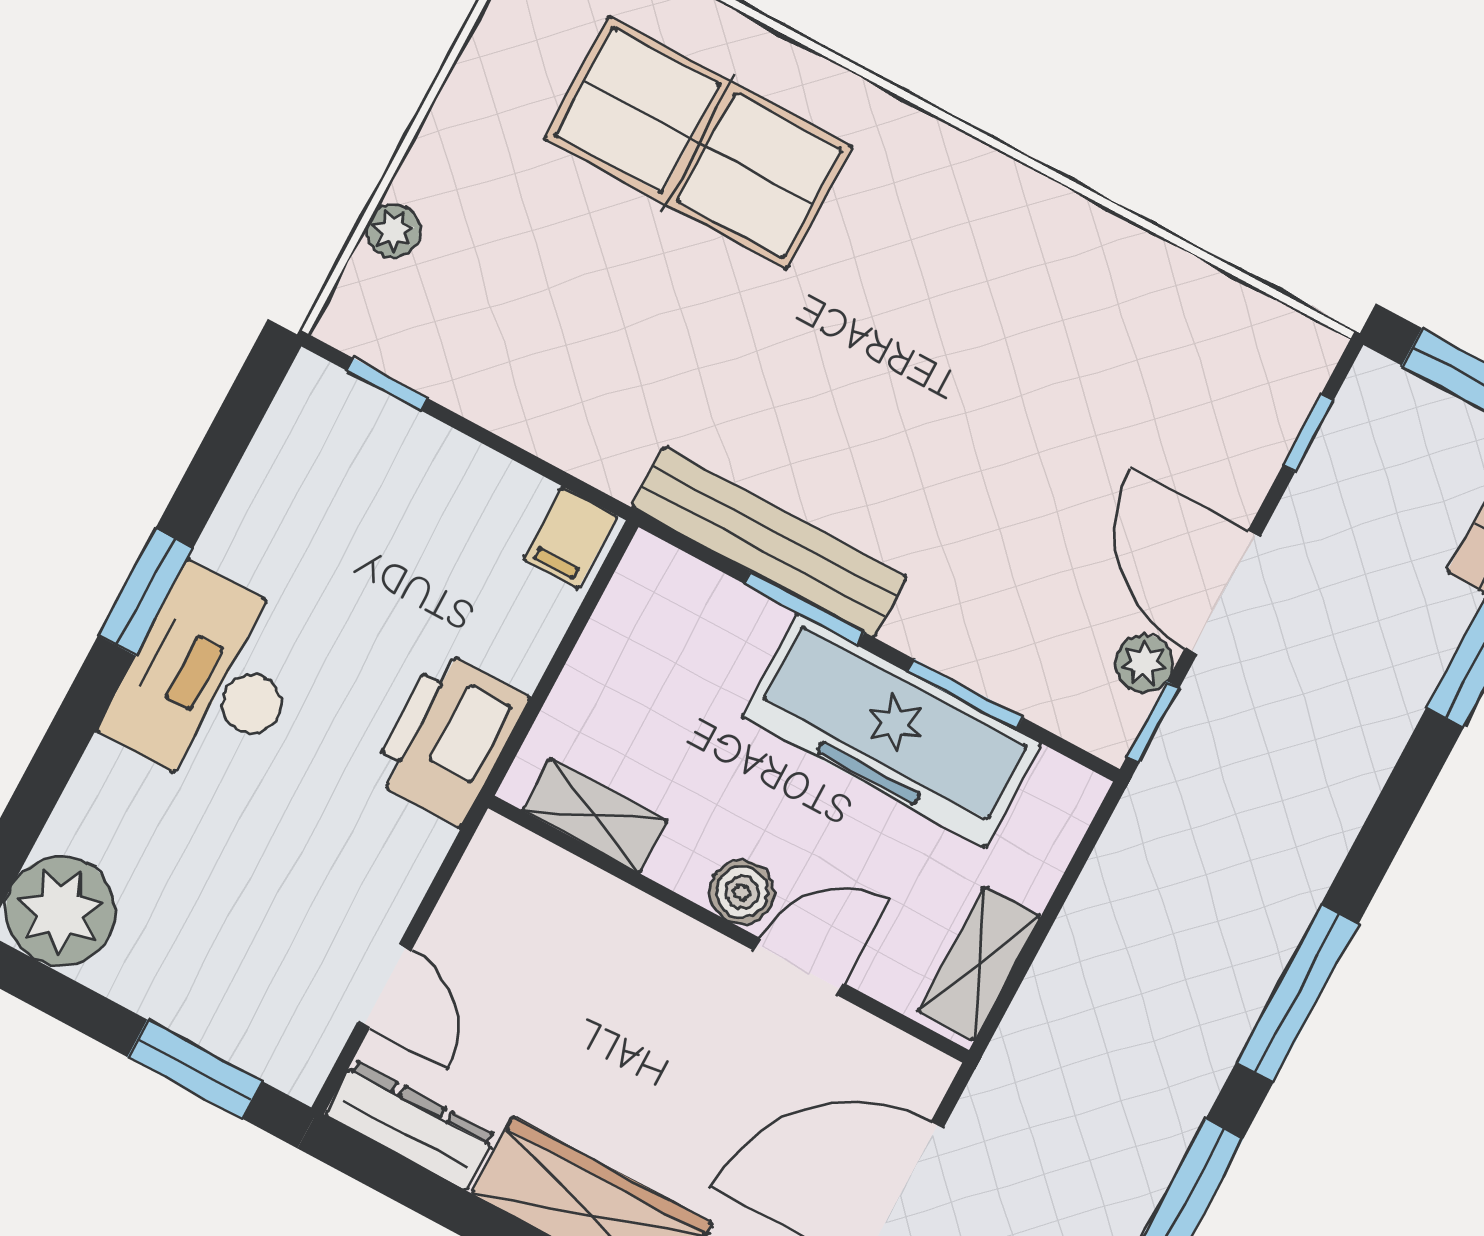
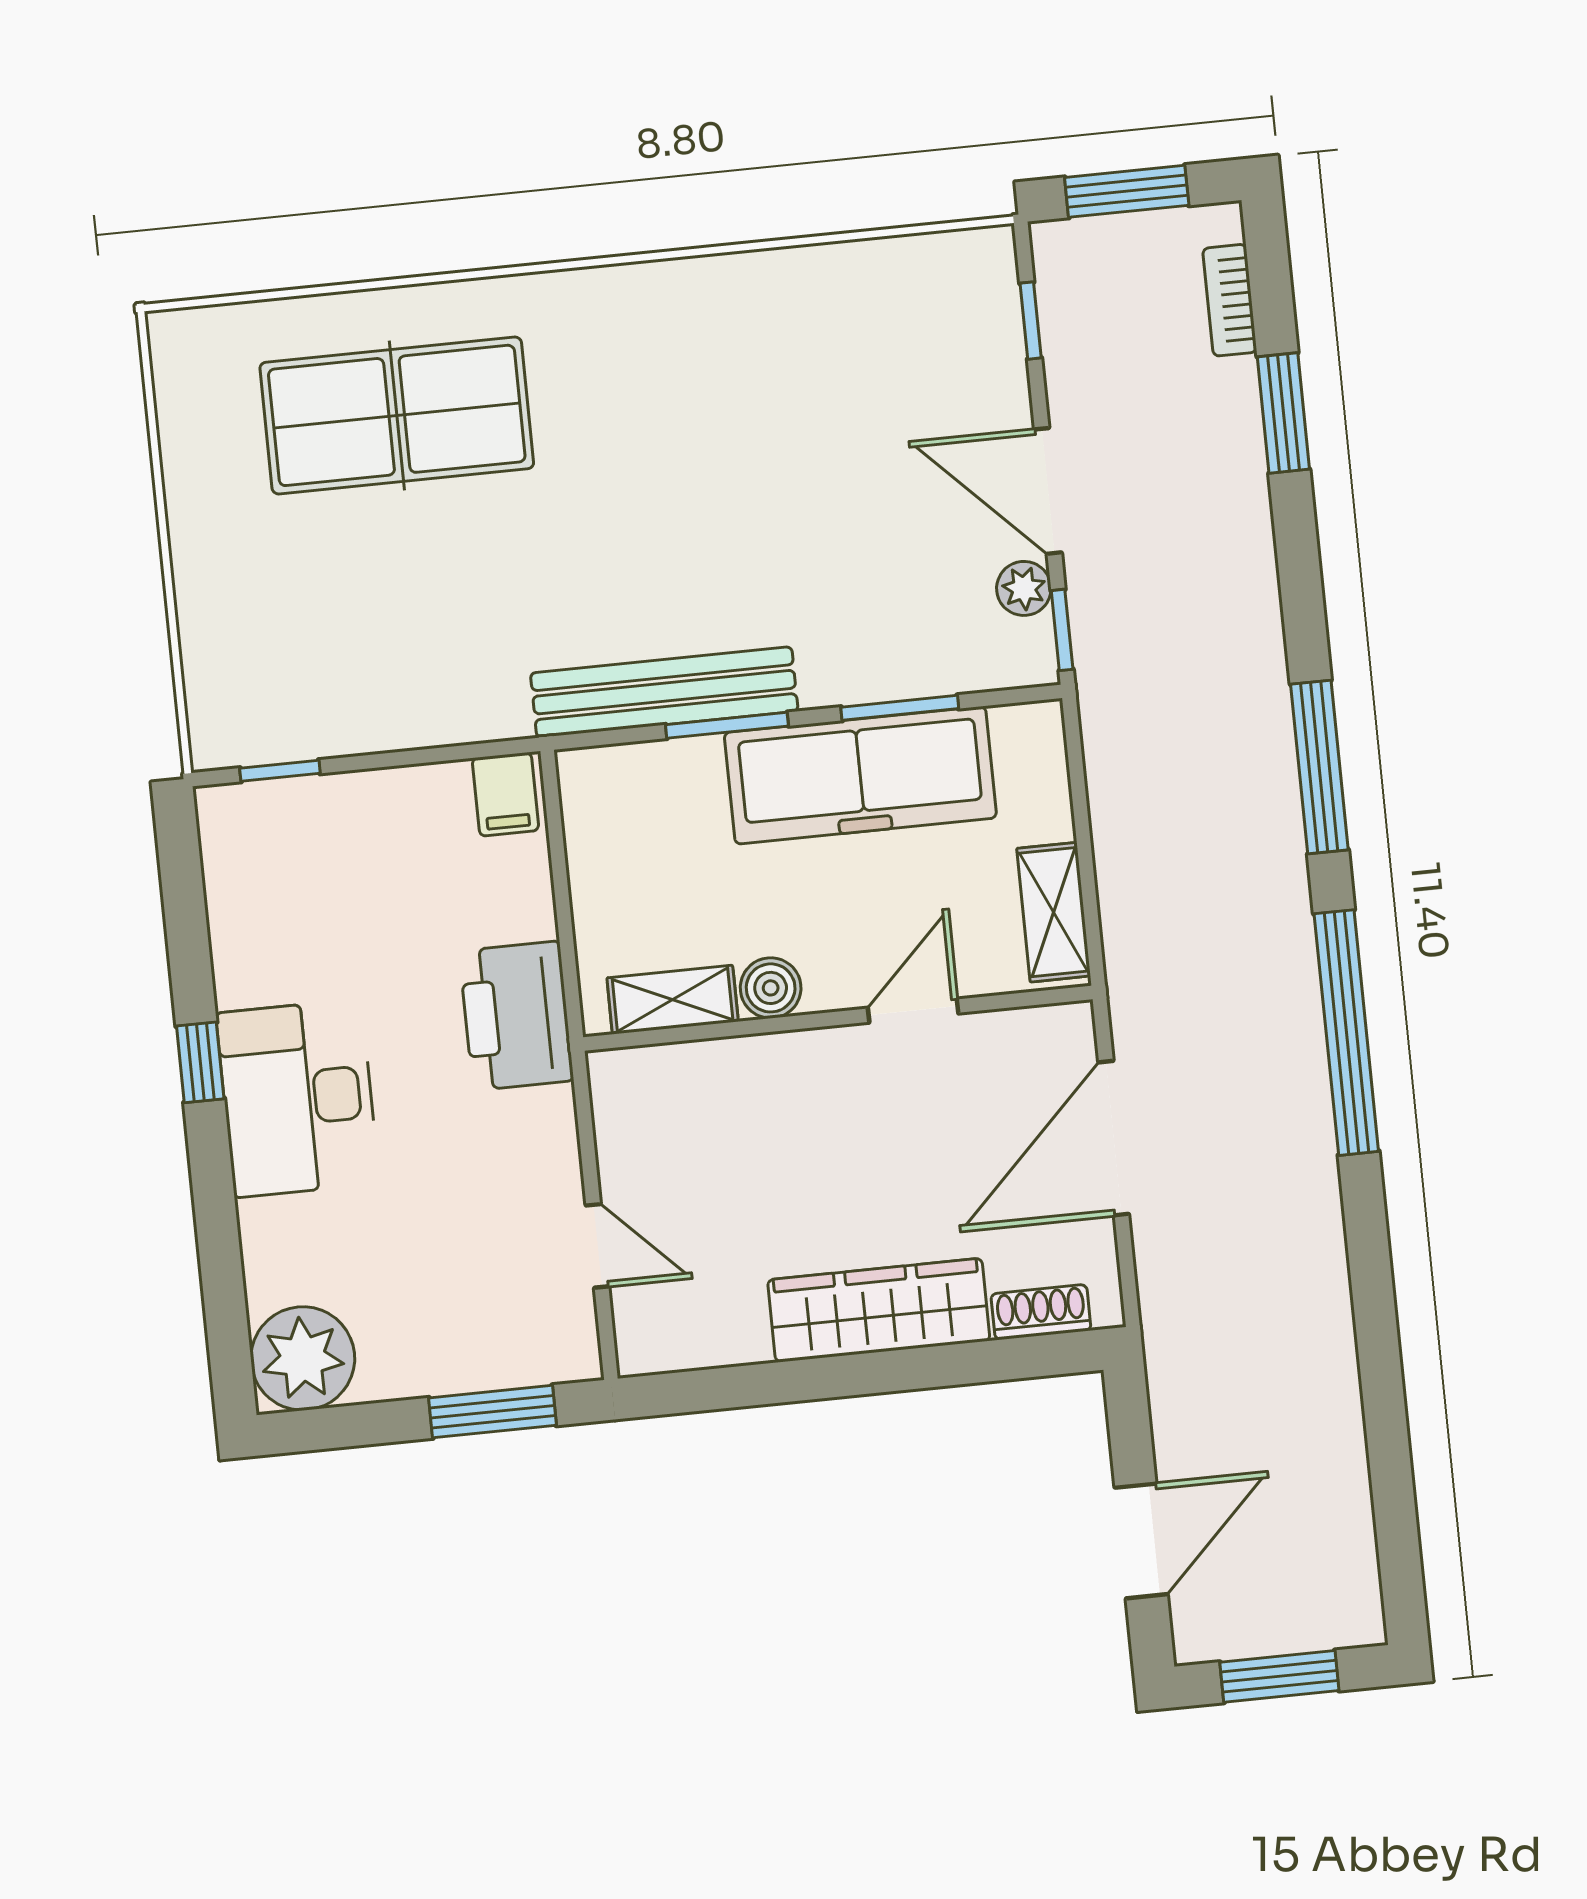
plant: (393, 231) -> (204, 647), removed
window: (145, 592) -> (200, 1062), width x0.67
boiler: (742, 892) -> (771, 988), moved
dresser: (410, 1125) -> (692, 1341), removed

